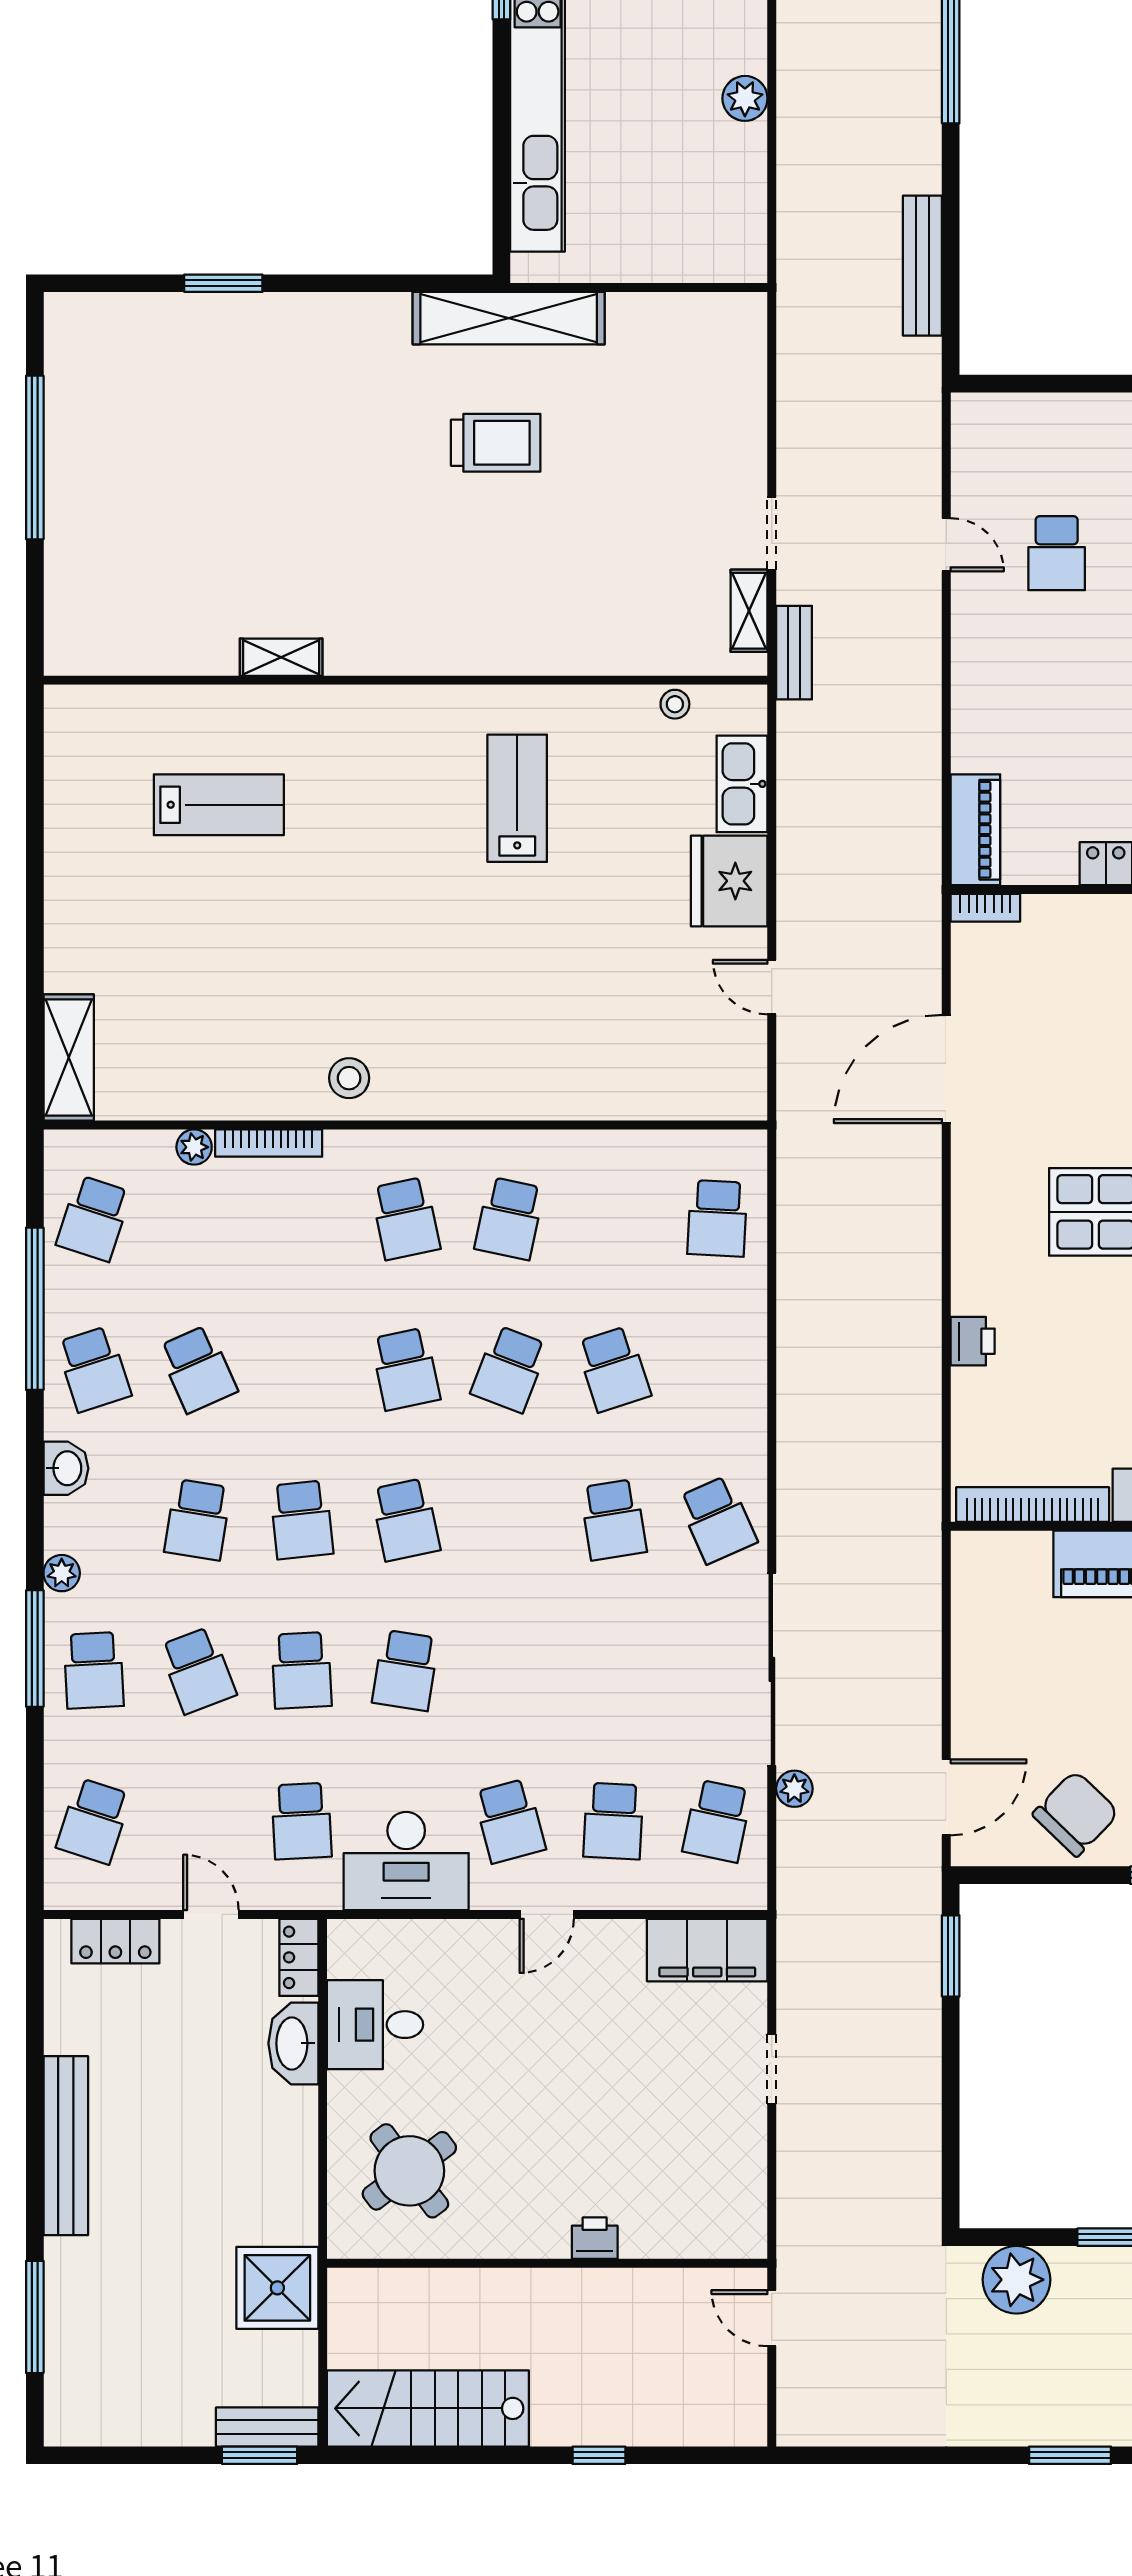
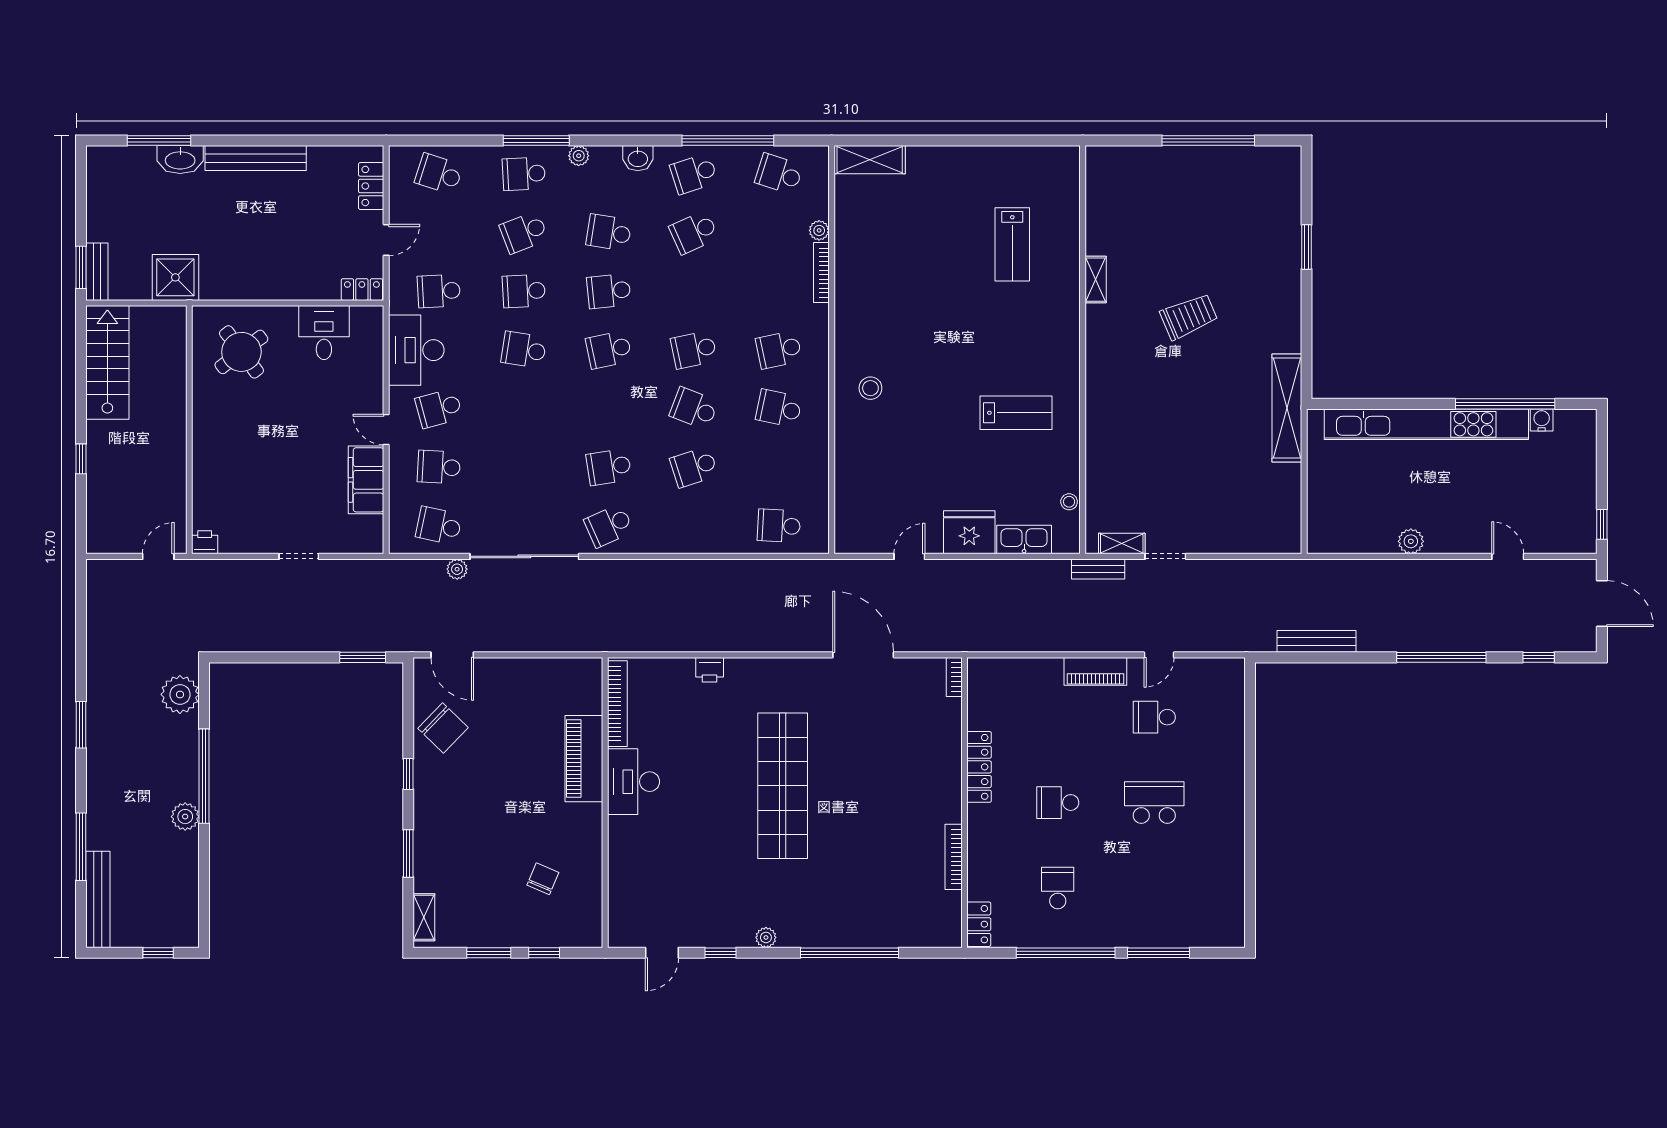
trolley: (496, 443) -> (1189, 316), moved, turned -113
piano: (975, 830) -> (1095, 671), moved
stool: (349, 1078) -> (870, 388), moved
filing cabinet: (707, 1950) -> (366, 480), moved
washbasin: (293, 2043) -> (180, 160), moved, turned 180
printer: (595, 2238) -> (205, 542), moved, turned -90

